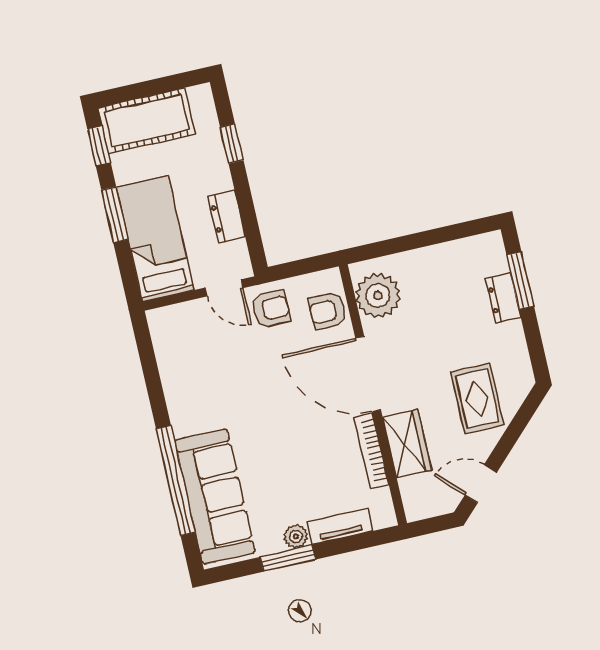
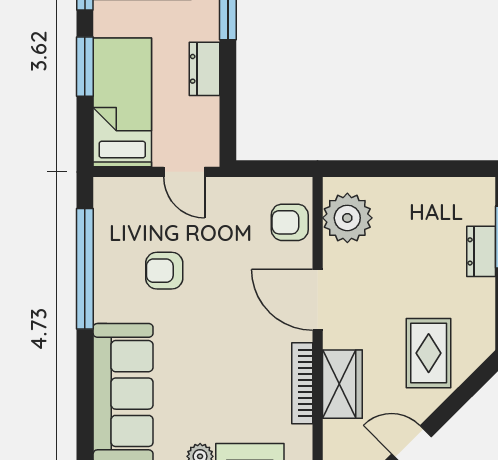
dresser: (227, 217) -> (204, 69), moved
armchair: (271, 309) -> (164, 271), moved, turned 180
door: (368, 374) -> (318, 300), width x0.73
window: (176, 481) -> (85, 269), moved

